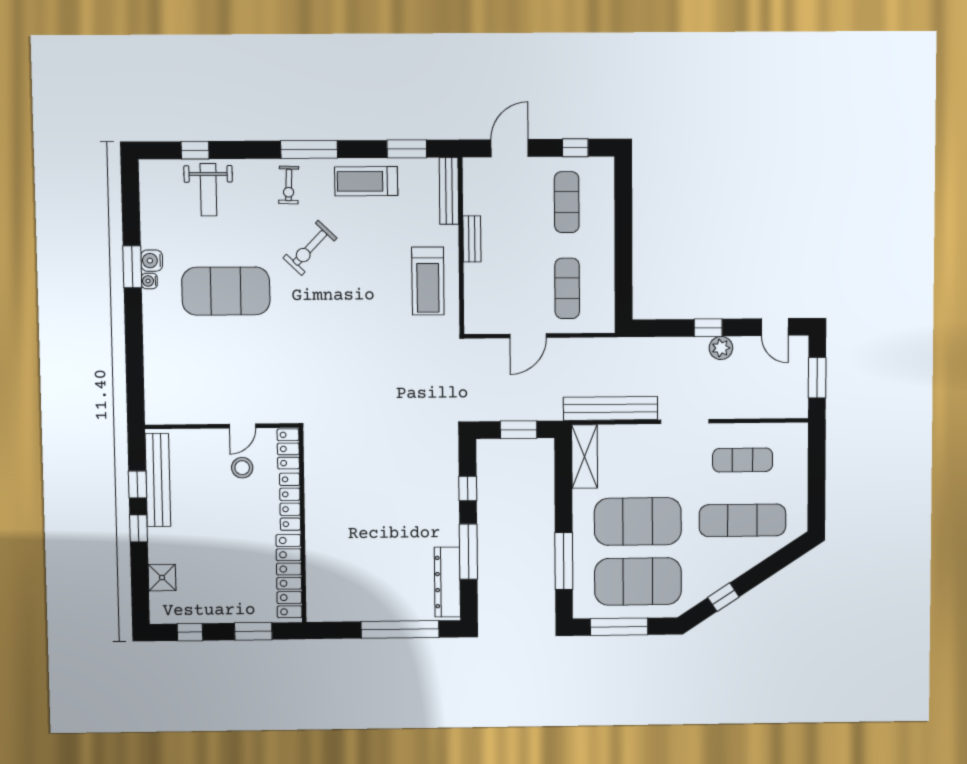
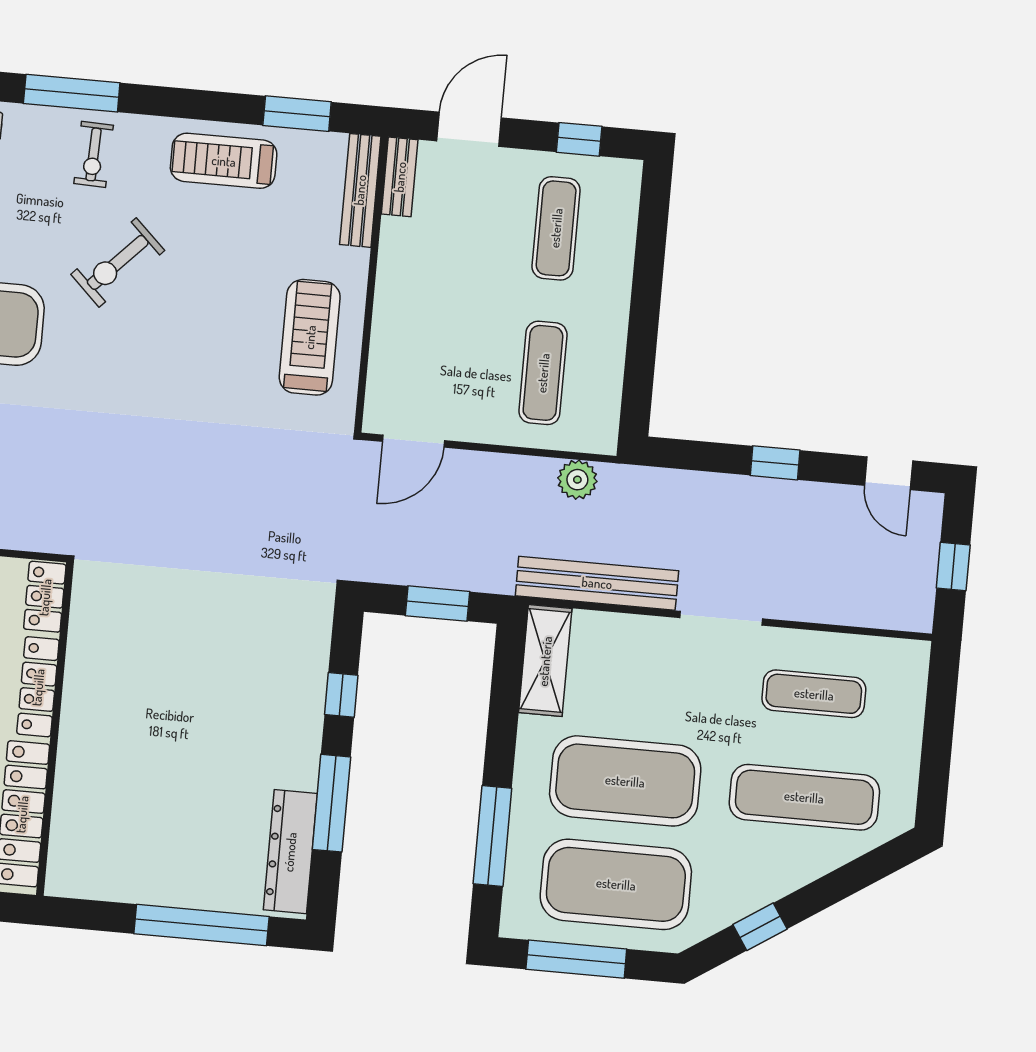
window: (309, 149) -> (72, 93), moved
bench: (472, 239) -> (400, 177), moved
treadmill: (428, 281) -> (310, 337), turned 180
door: (528, 336) -> (413, 441), moved
plant: (721, 348) -> (577, 480), moved
window: (817, 378) -> (953, 566), width x0.67

